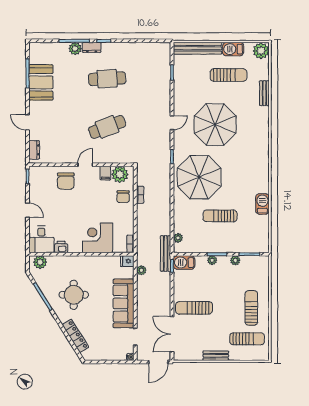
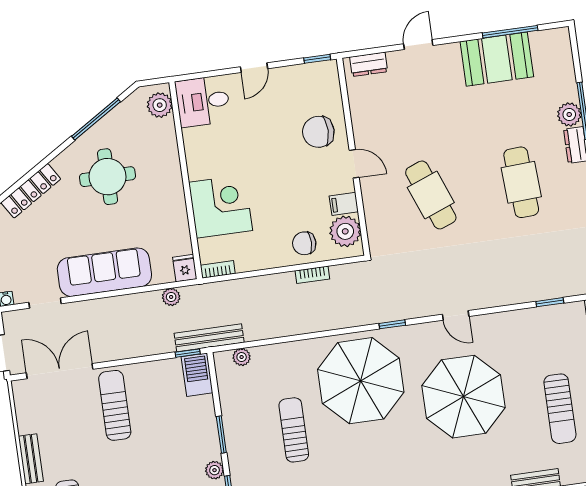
printer: (61, 247) -> (194, 140), removed
plant: (212, 260) -> (209, 427), removed

